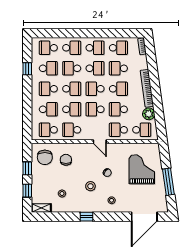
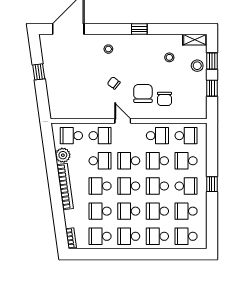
school desk: (48, 48) -> (186, 236), turned 180
school desk: (72, 68) -> (157, 211), turned 180
school desk: (118, 68) -> (100, 211), turned 180
window: (27, 69) -> (212, 184), moved
school desk: (95, 89) -> (129, 186), turned 180
school desk: (95, 109) -> (129, 161), turned 180
chair: (45, 157) -> (143, 93), moved
grand piano: (142, 169) -> (71, 87), removed
window: (168, 182) -> (39, 72), width x0.46
stool: (90, 186) -> (197, 66), moved

